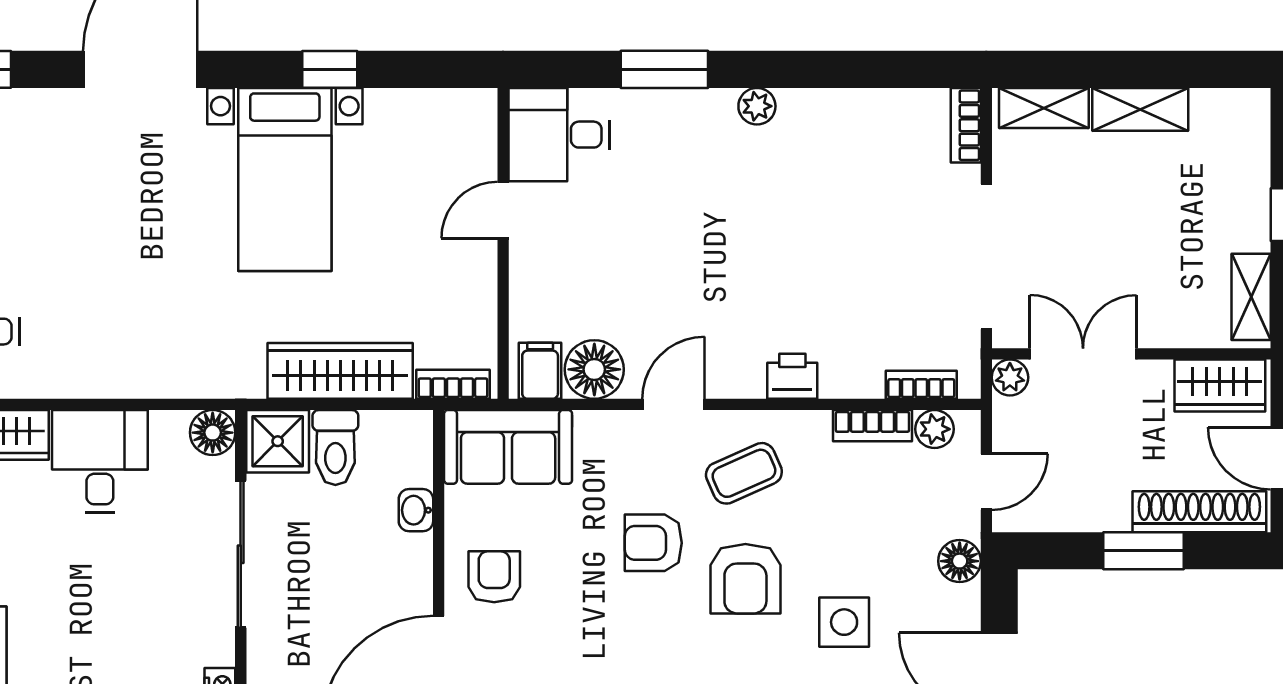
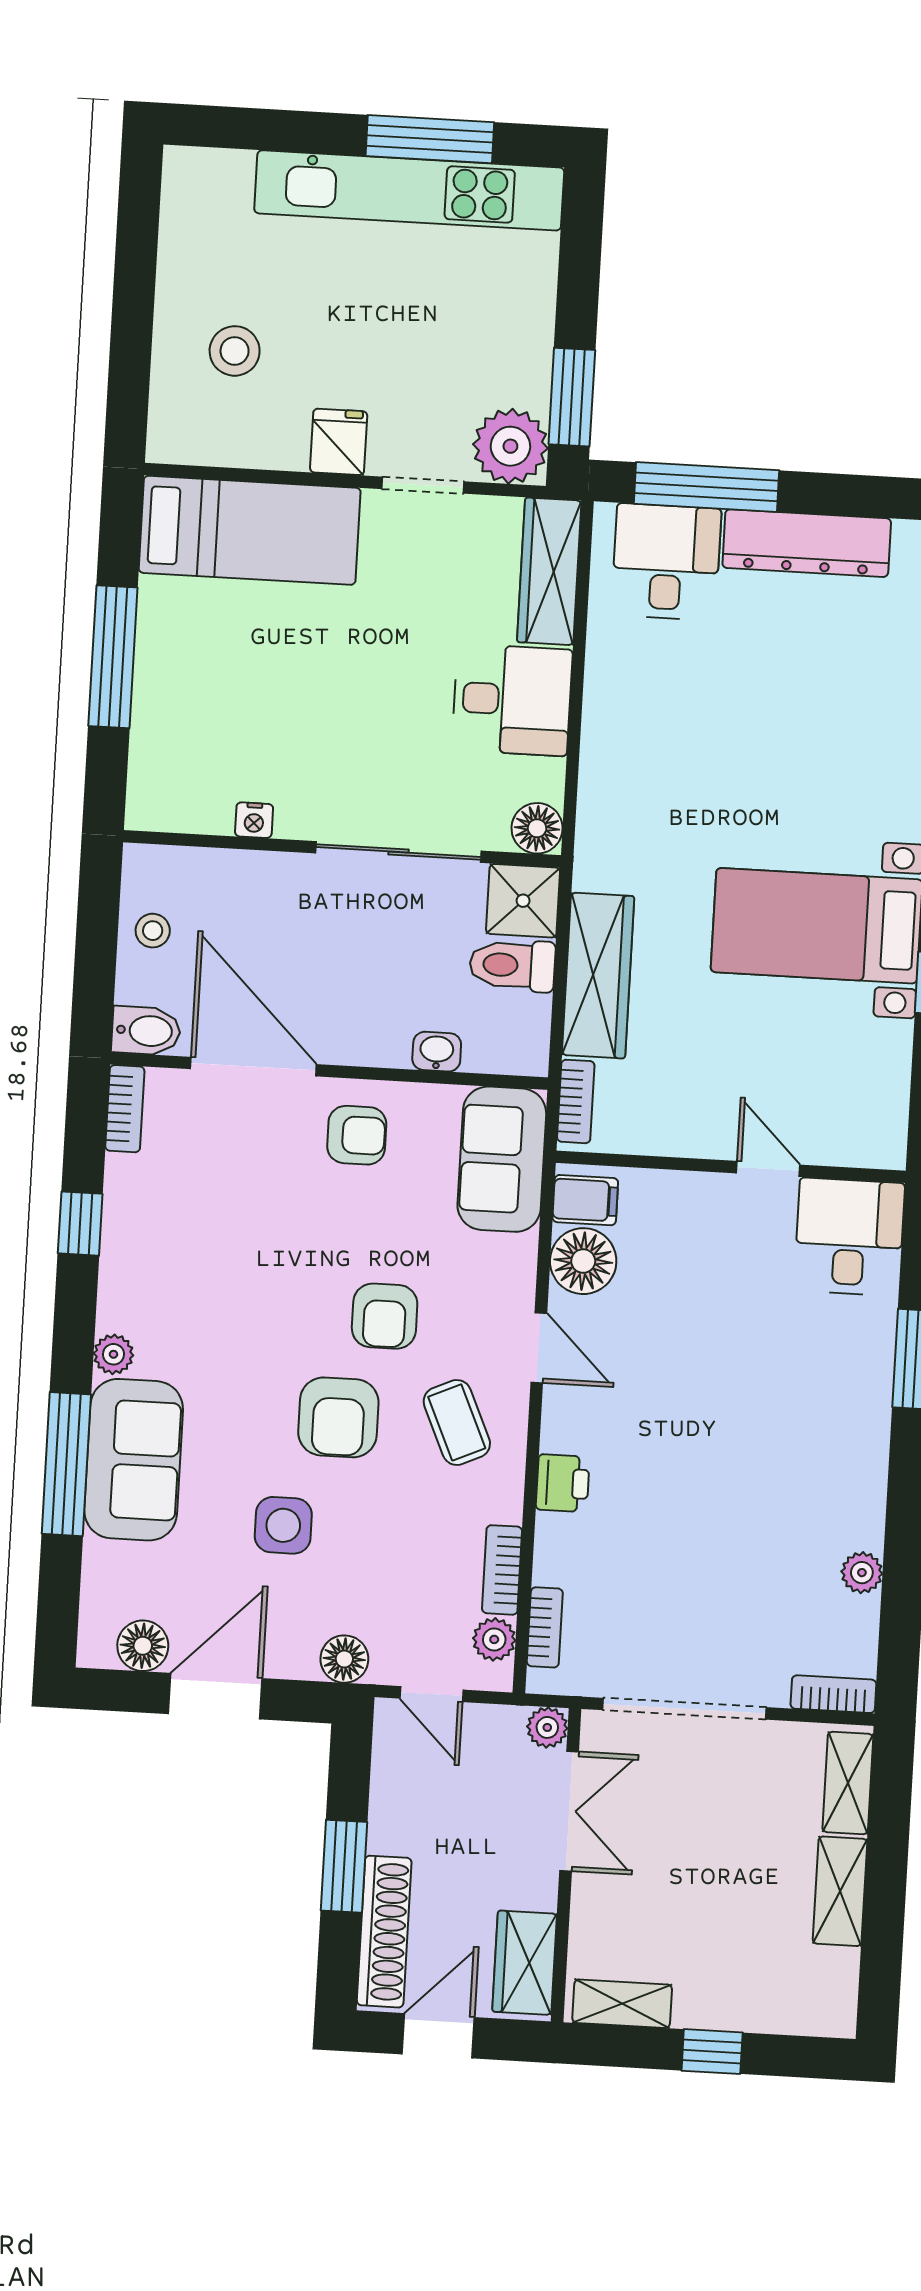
plant: (757, 106) -> (862, 1573), moved
armchair: (653, 543) -> (385, 1316), turned 180
armchair: (745, 579) -> (338, 1417), turned -90

